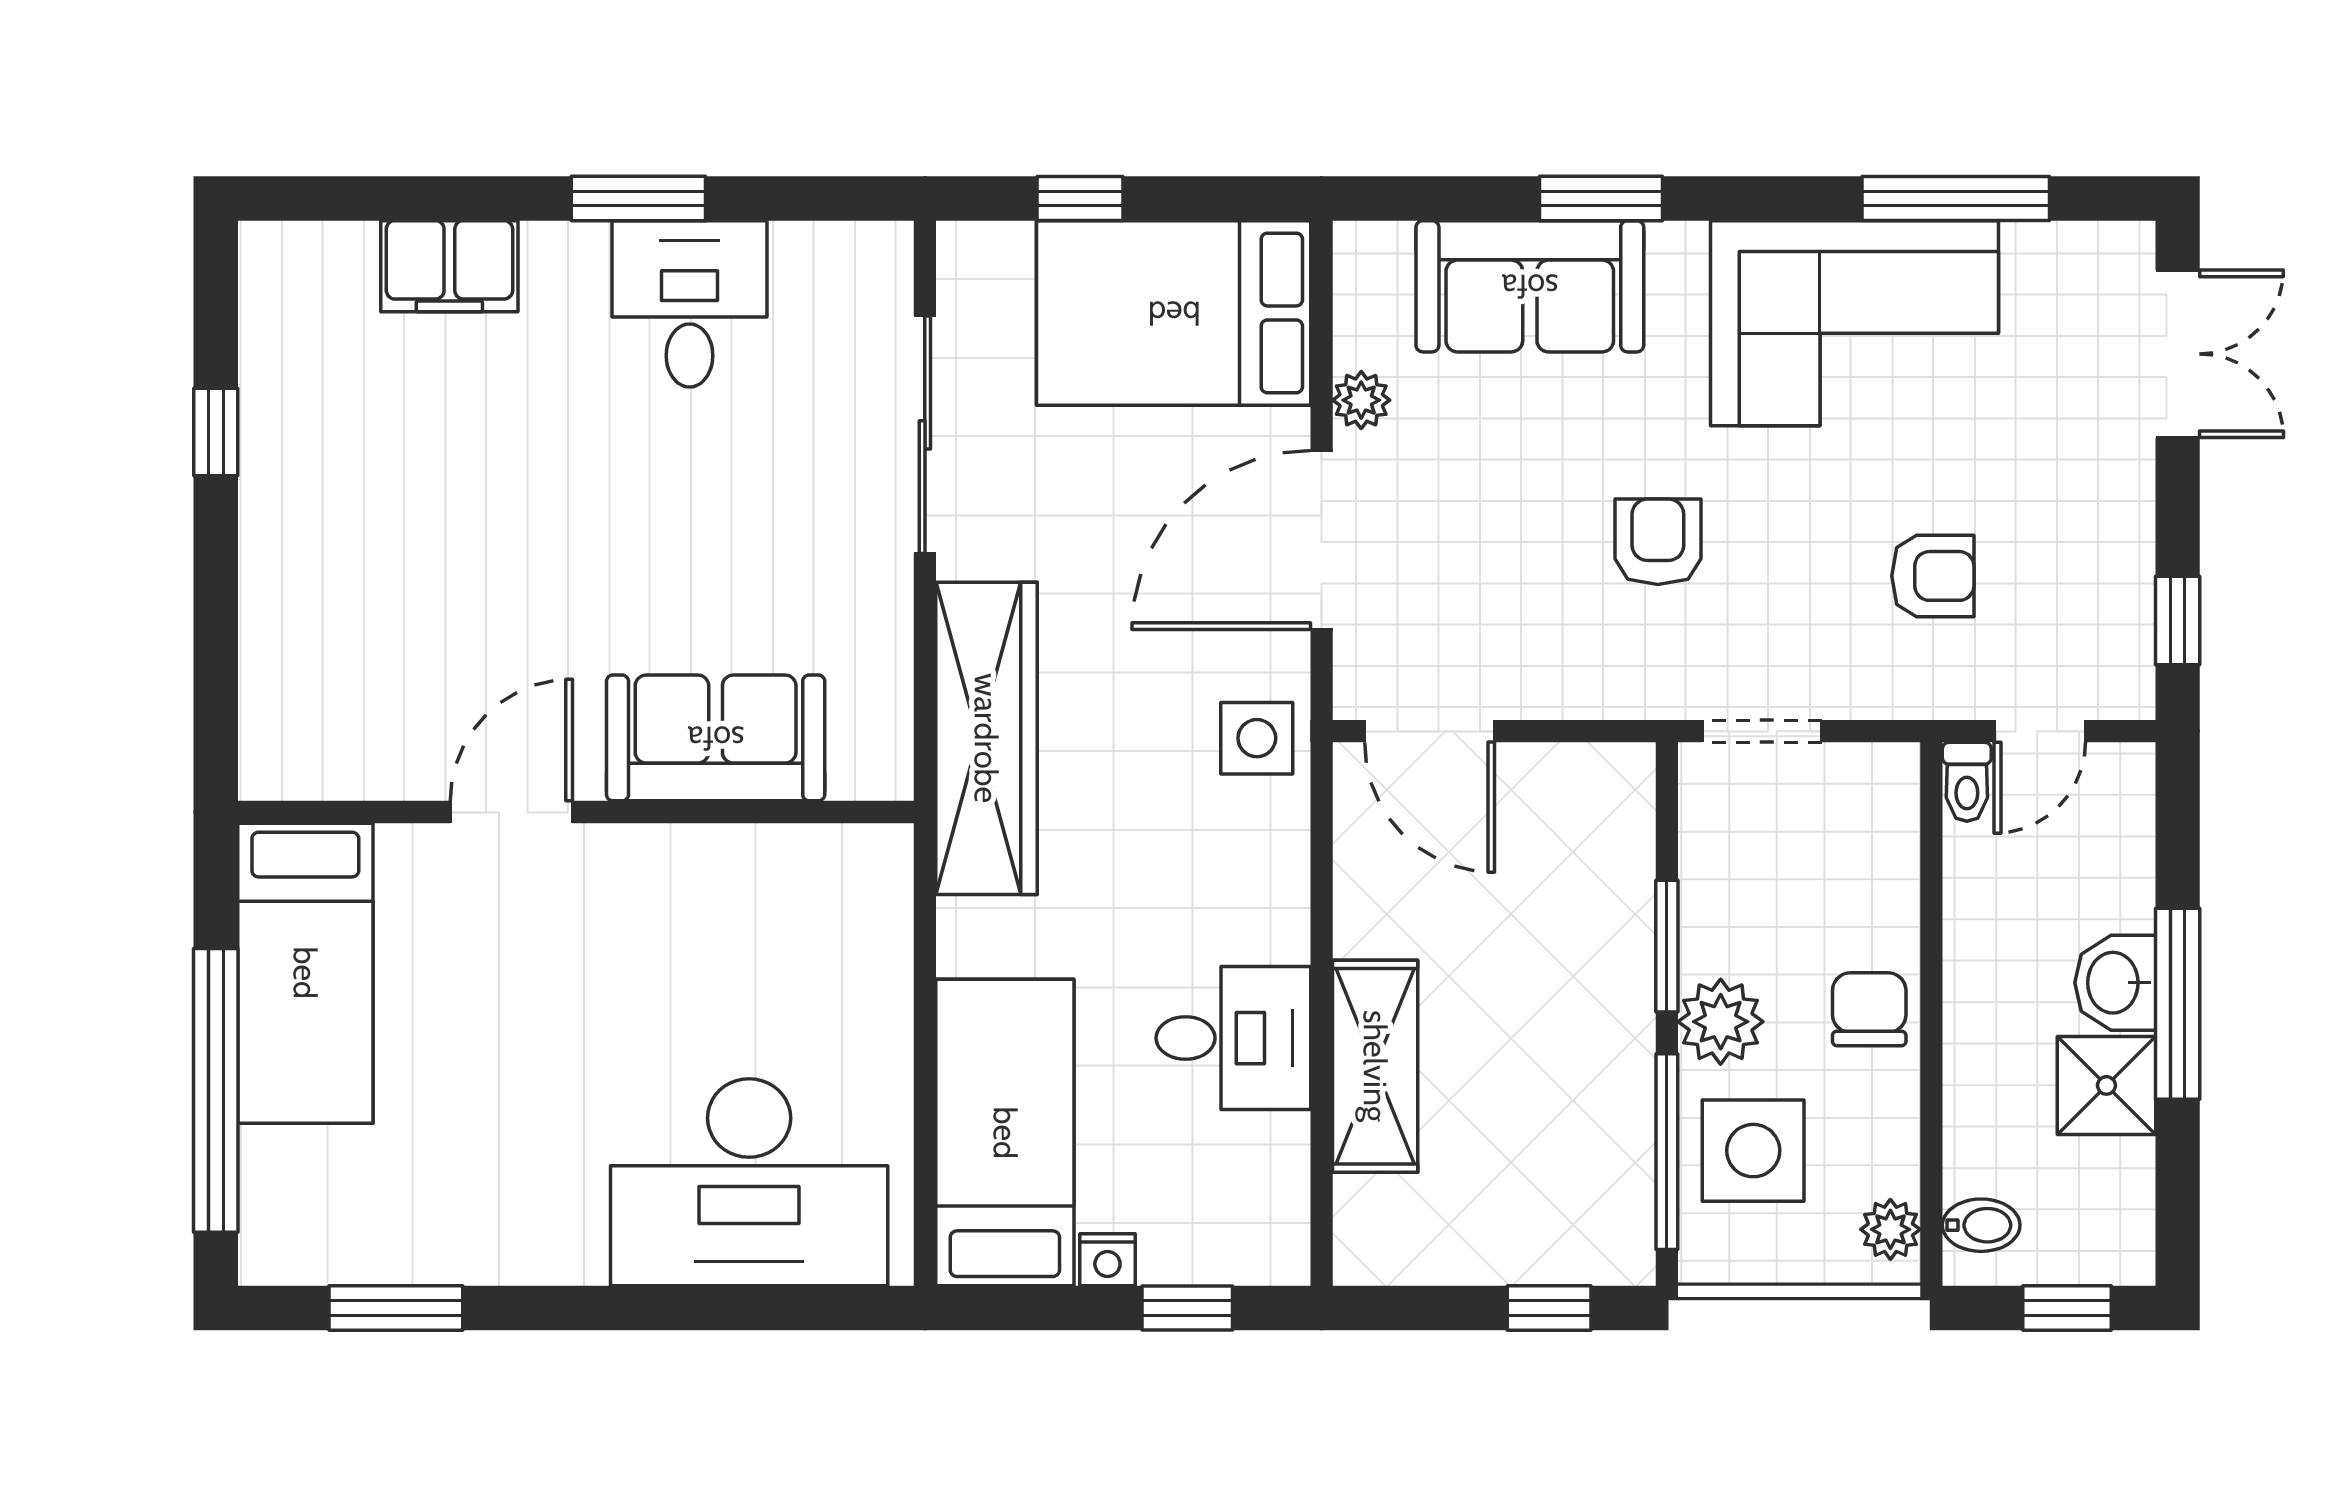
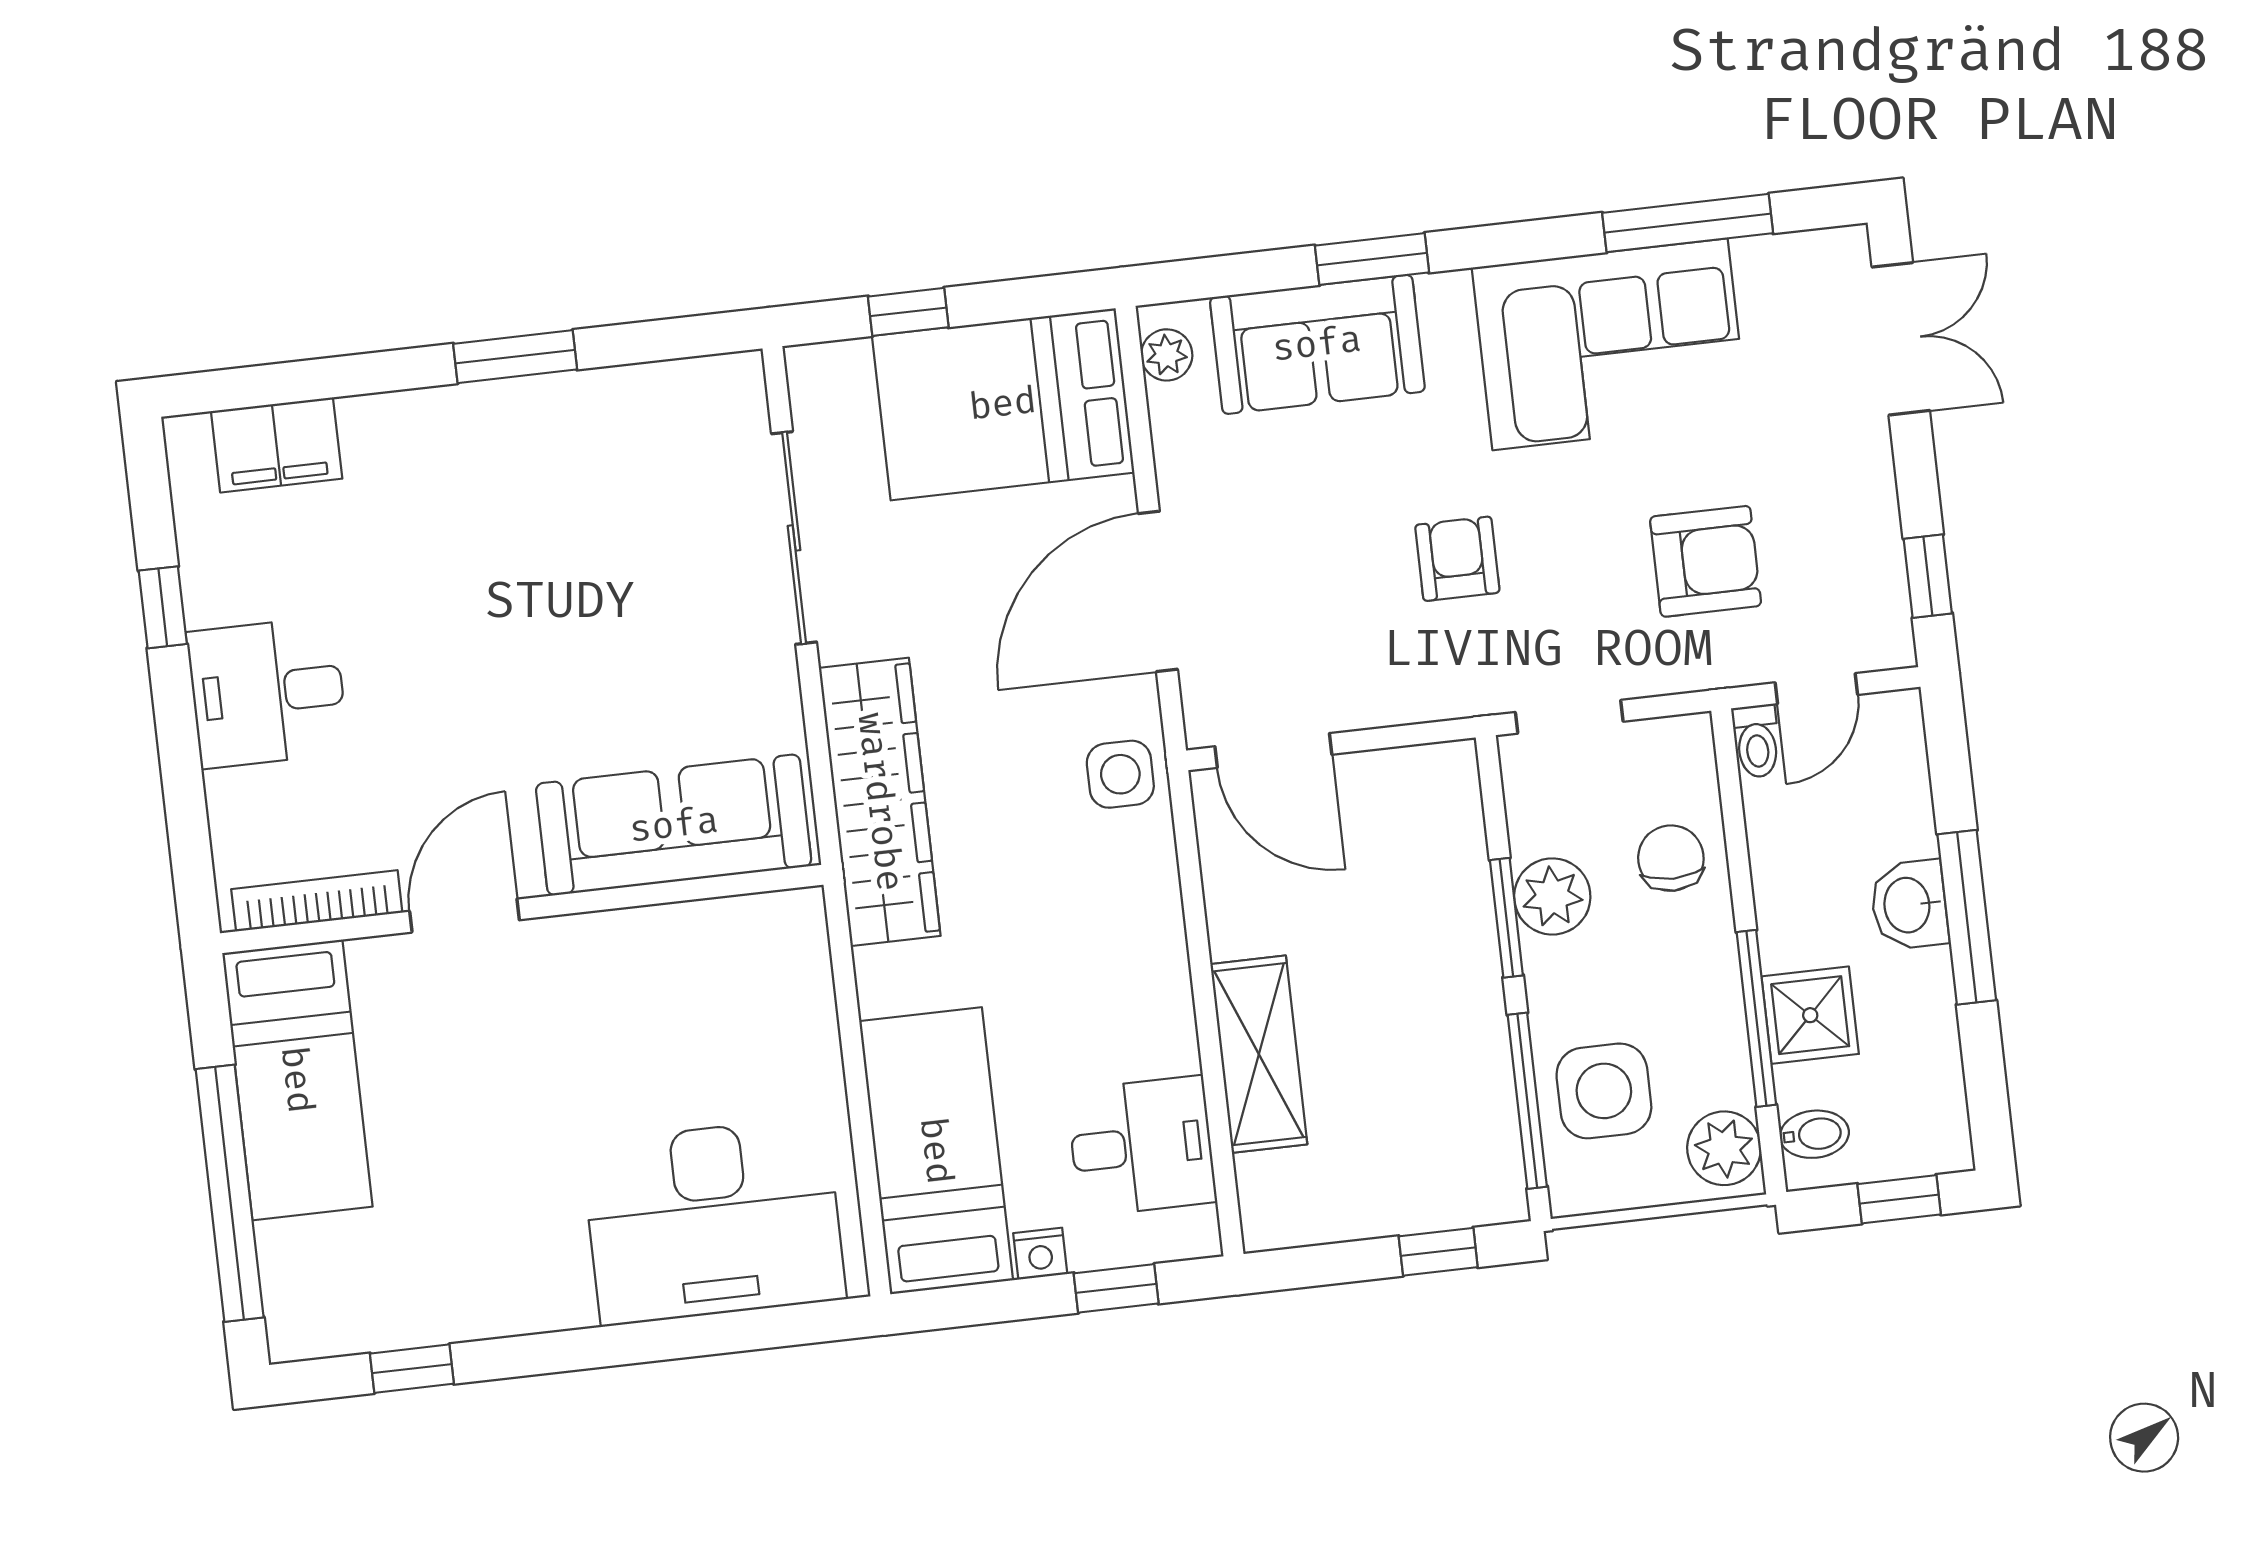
filing cabinet: (449, 266) -> (277, 445), moved
desk: (690, 304) -> (267, 692), moved, turned -90
plant: (1361, 400) -> (1167, 355), moved
armchair: (1933, 576) -> (1706, 561), width x1.38, depth x1.38
sofa: (716, 738) -> (674, 825), width x1.36
bookcase: (350, 777) -> (317, 901), added
chair: (1869, 1009) -> (1671, 858), moved
plant: (1721, 1022) -> (1552, 896), moved
desk: (1233, 1038) -> (1142, 1146), moved
shower: (2106, 1085) -> (1810, 1015), moved
window: (1931, 1089) -> (1756, 1018), added
plant: (1890, 1229) -> (1724, 1148), width x1.38, depth x1.38
window: (396, 1308) -> (412, 1369), width x0.67

